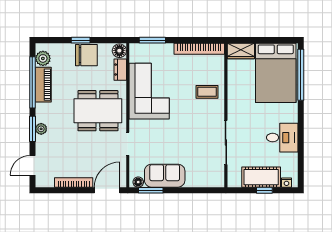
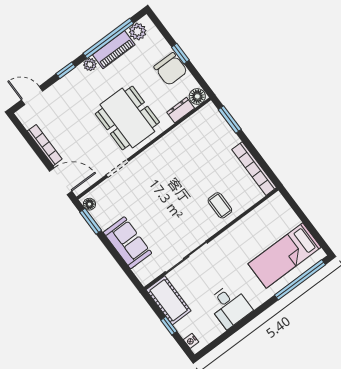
wardrobe: (241, 51) -> (281, 208), removed
bed: (276, 73) -> (285, 255), width x0.67
corner sofa: (149, 91) -> (181, 152), removed
window: (32, 129) -> (66, 70), width x0.67
plant: (41, 129) -> (90, 64), moved
sofa: (165, 176) -> (127, 243), moved
cot: (261, 177) -> (169, 300), moved

